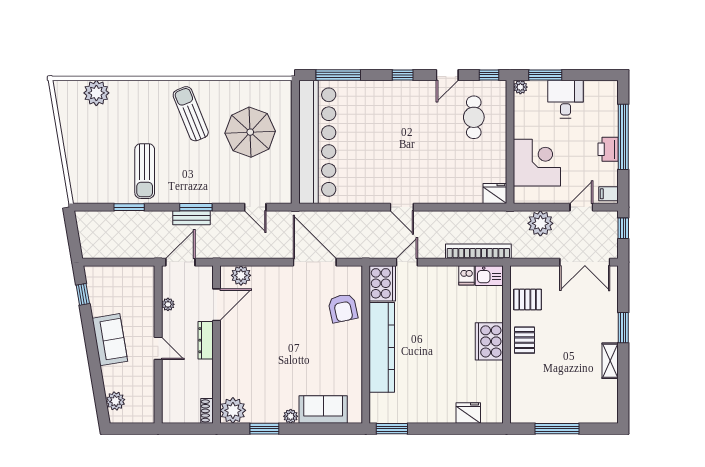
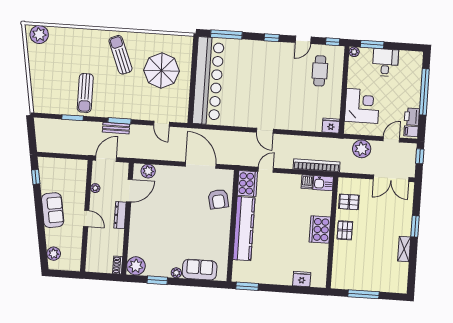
plant: (96, 93) -> (39, 35), moved
printer: (608, 149) -> (412, 117), moved

